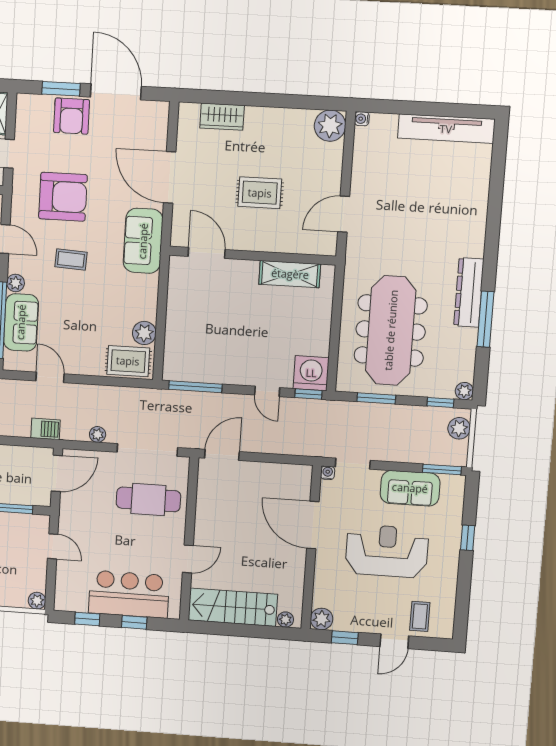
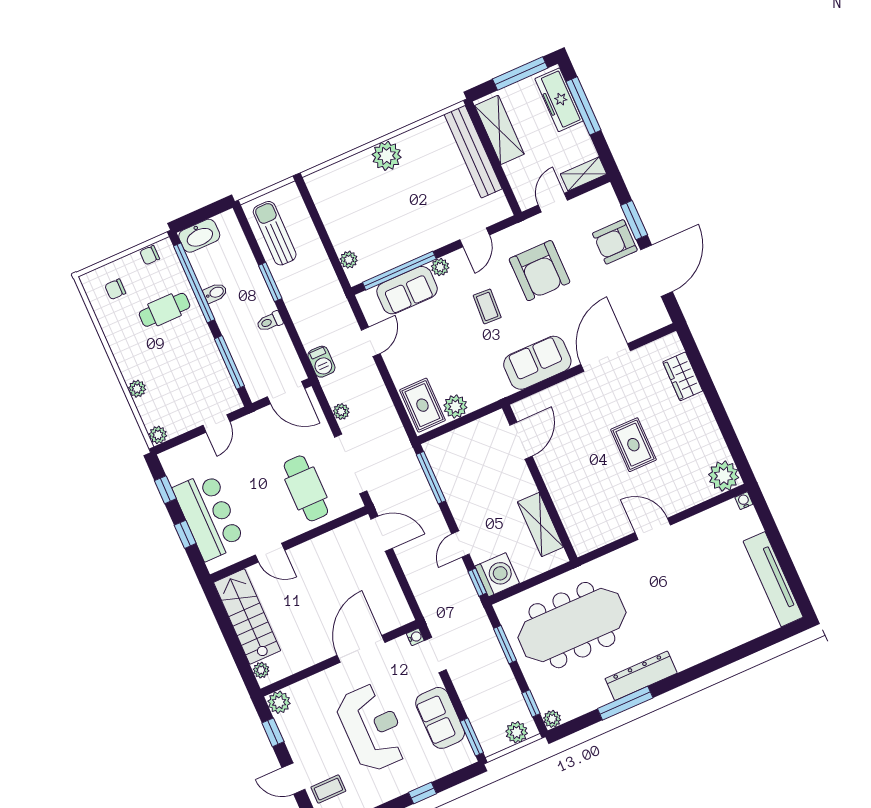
door: (207, 253) -> (521, 441), moved
wall: (252, 256) -> (540, 483), moved
shelving: (290, 274) -> (540, 525), moved

